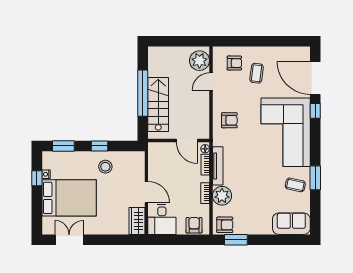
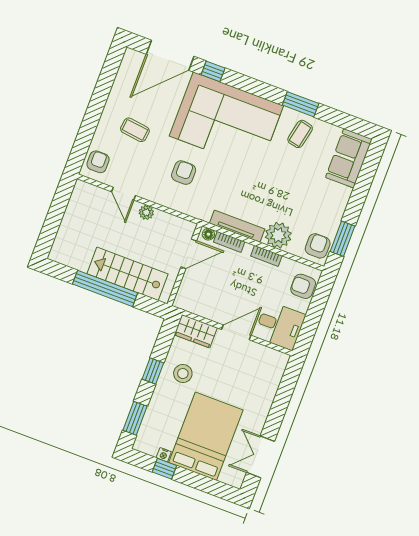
plant: (199, 61) -> (146, 212), moved, width x0.53, depth x0.53
armchair: (234, 63) -> (98, 162), moved
armchair: (229, 120) -> (184, 173), moved
wardrobe: (137, 221) -> (196, 331), moved

